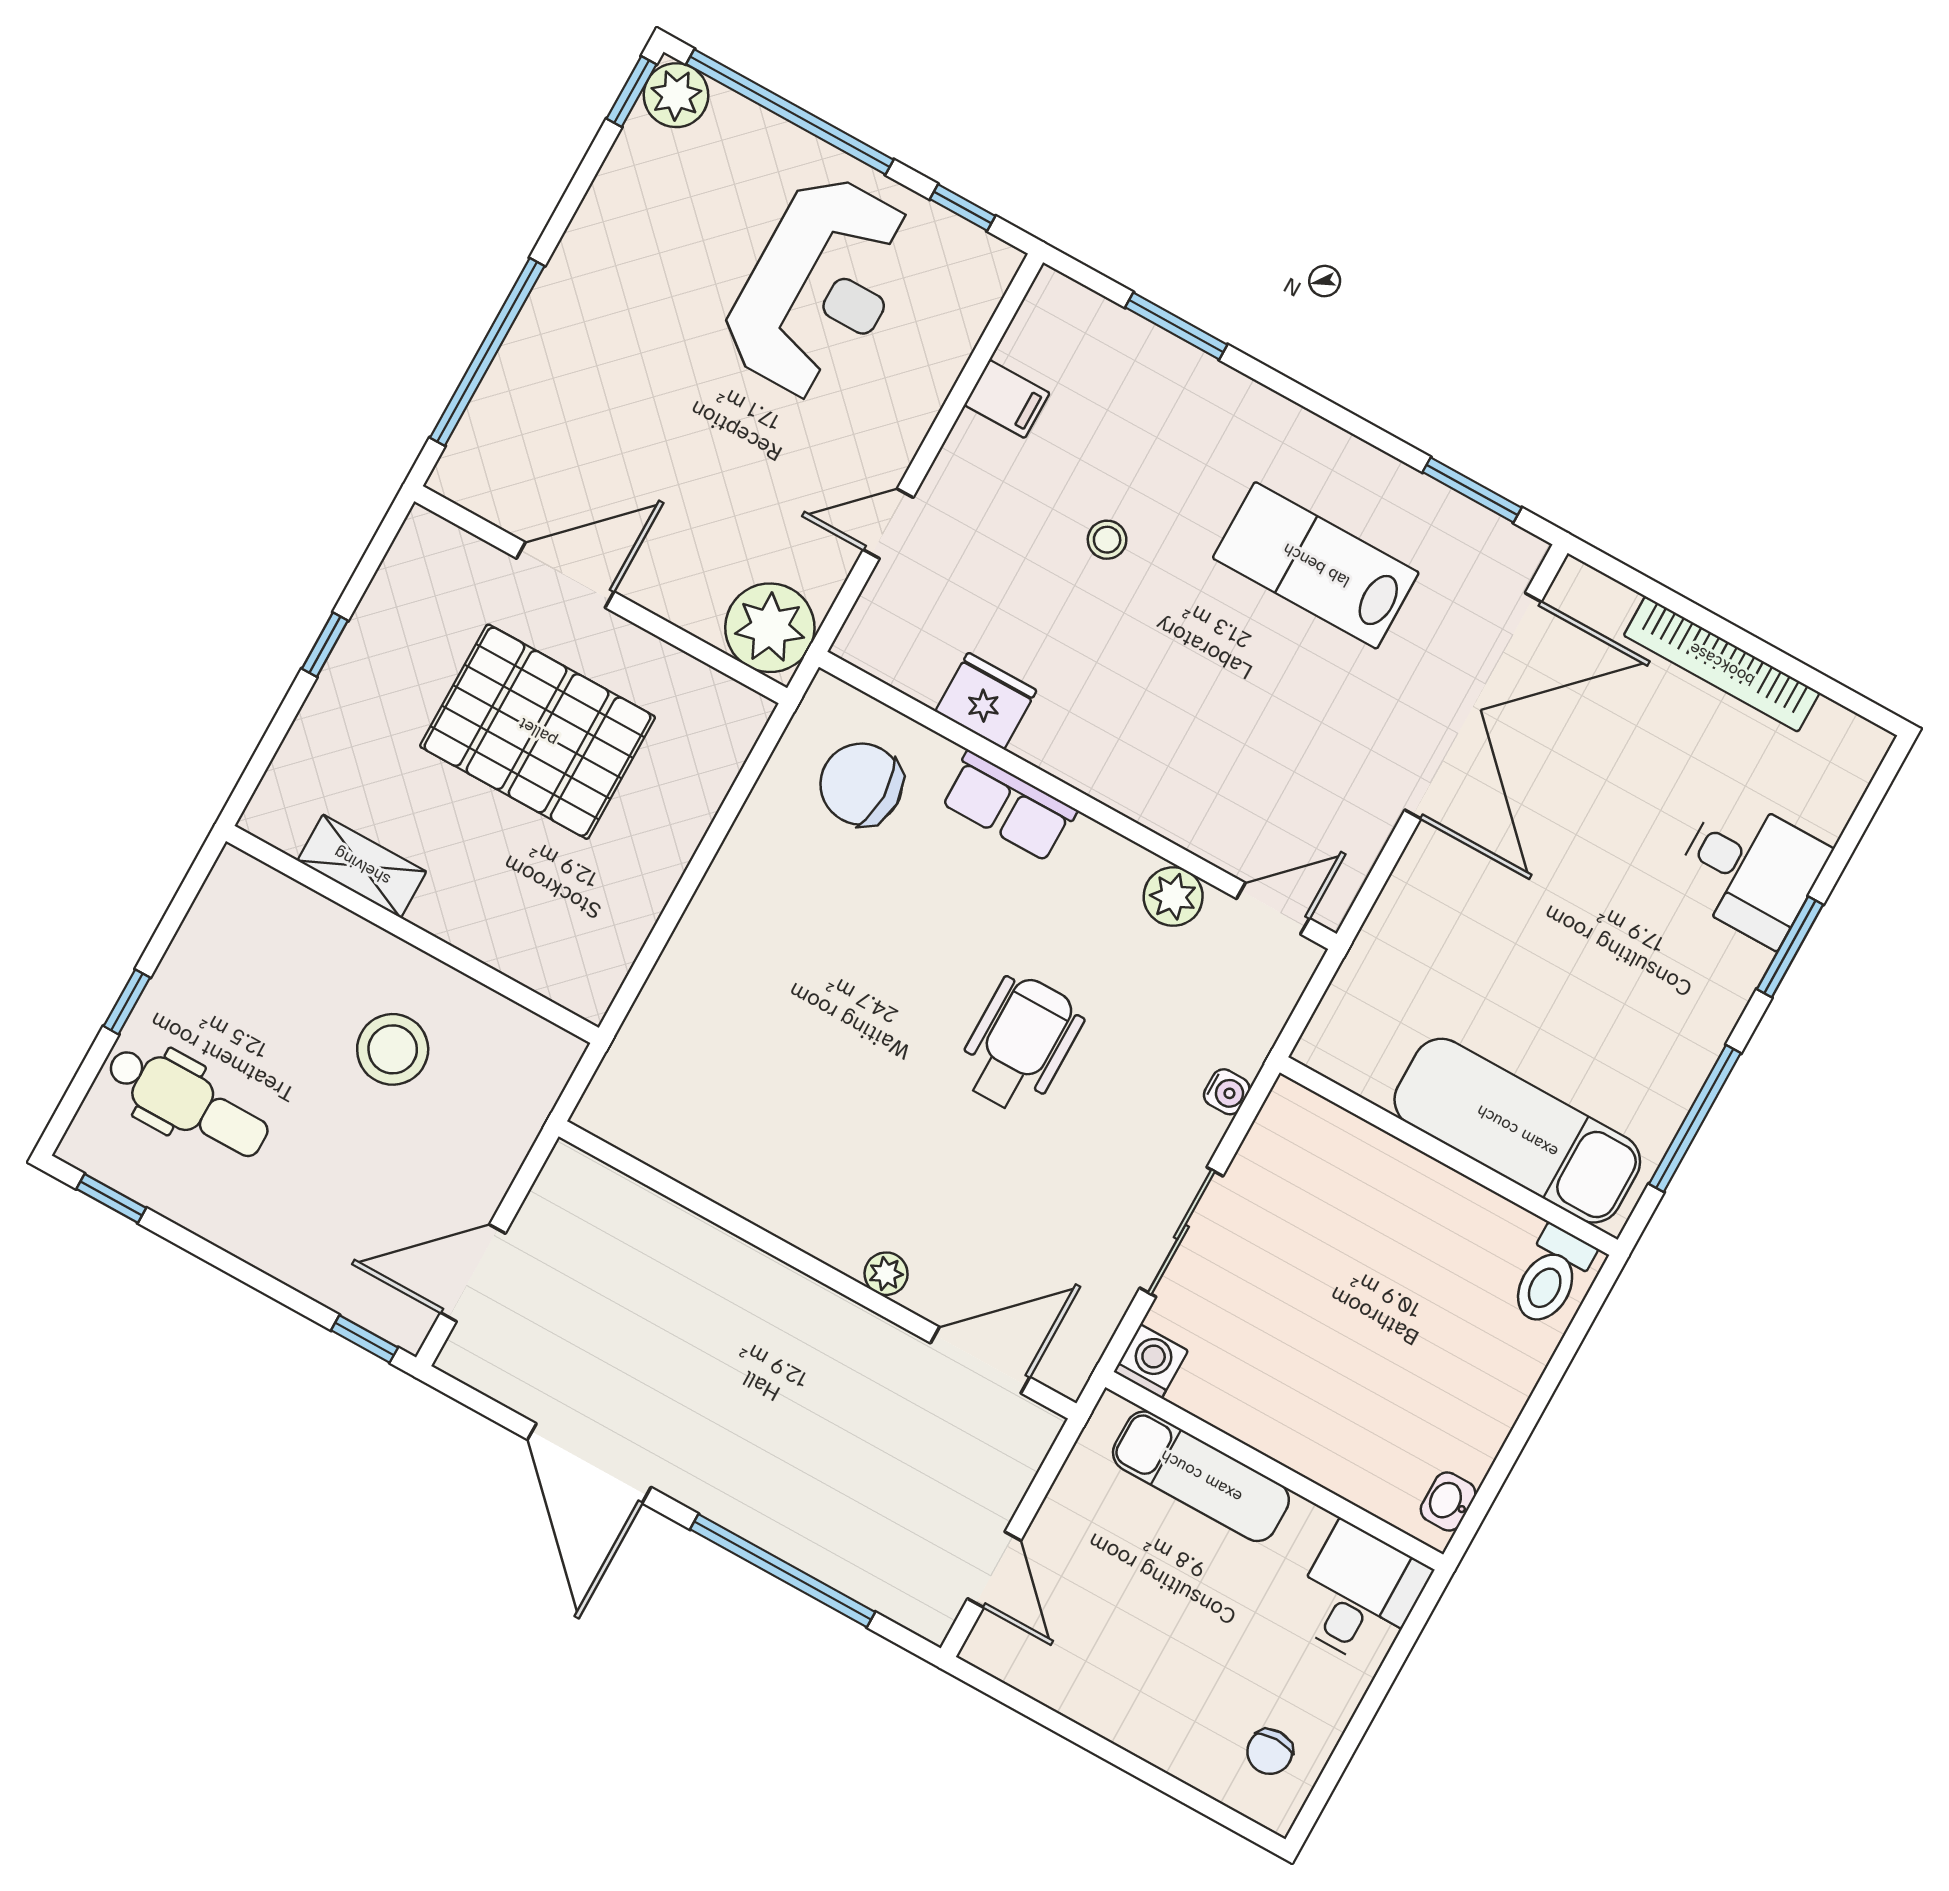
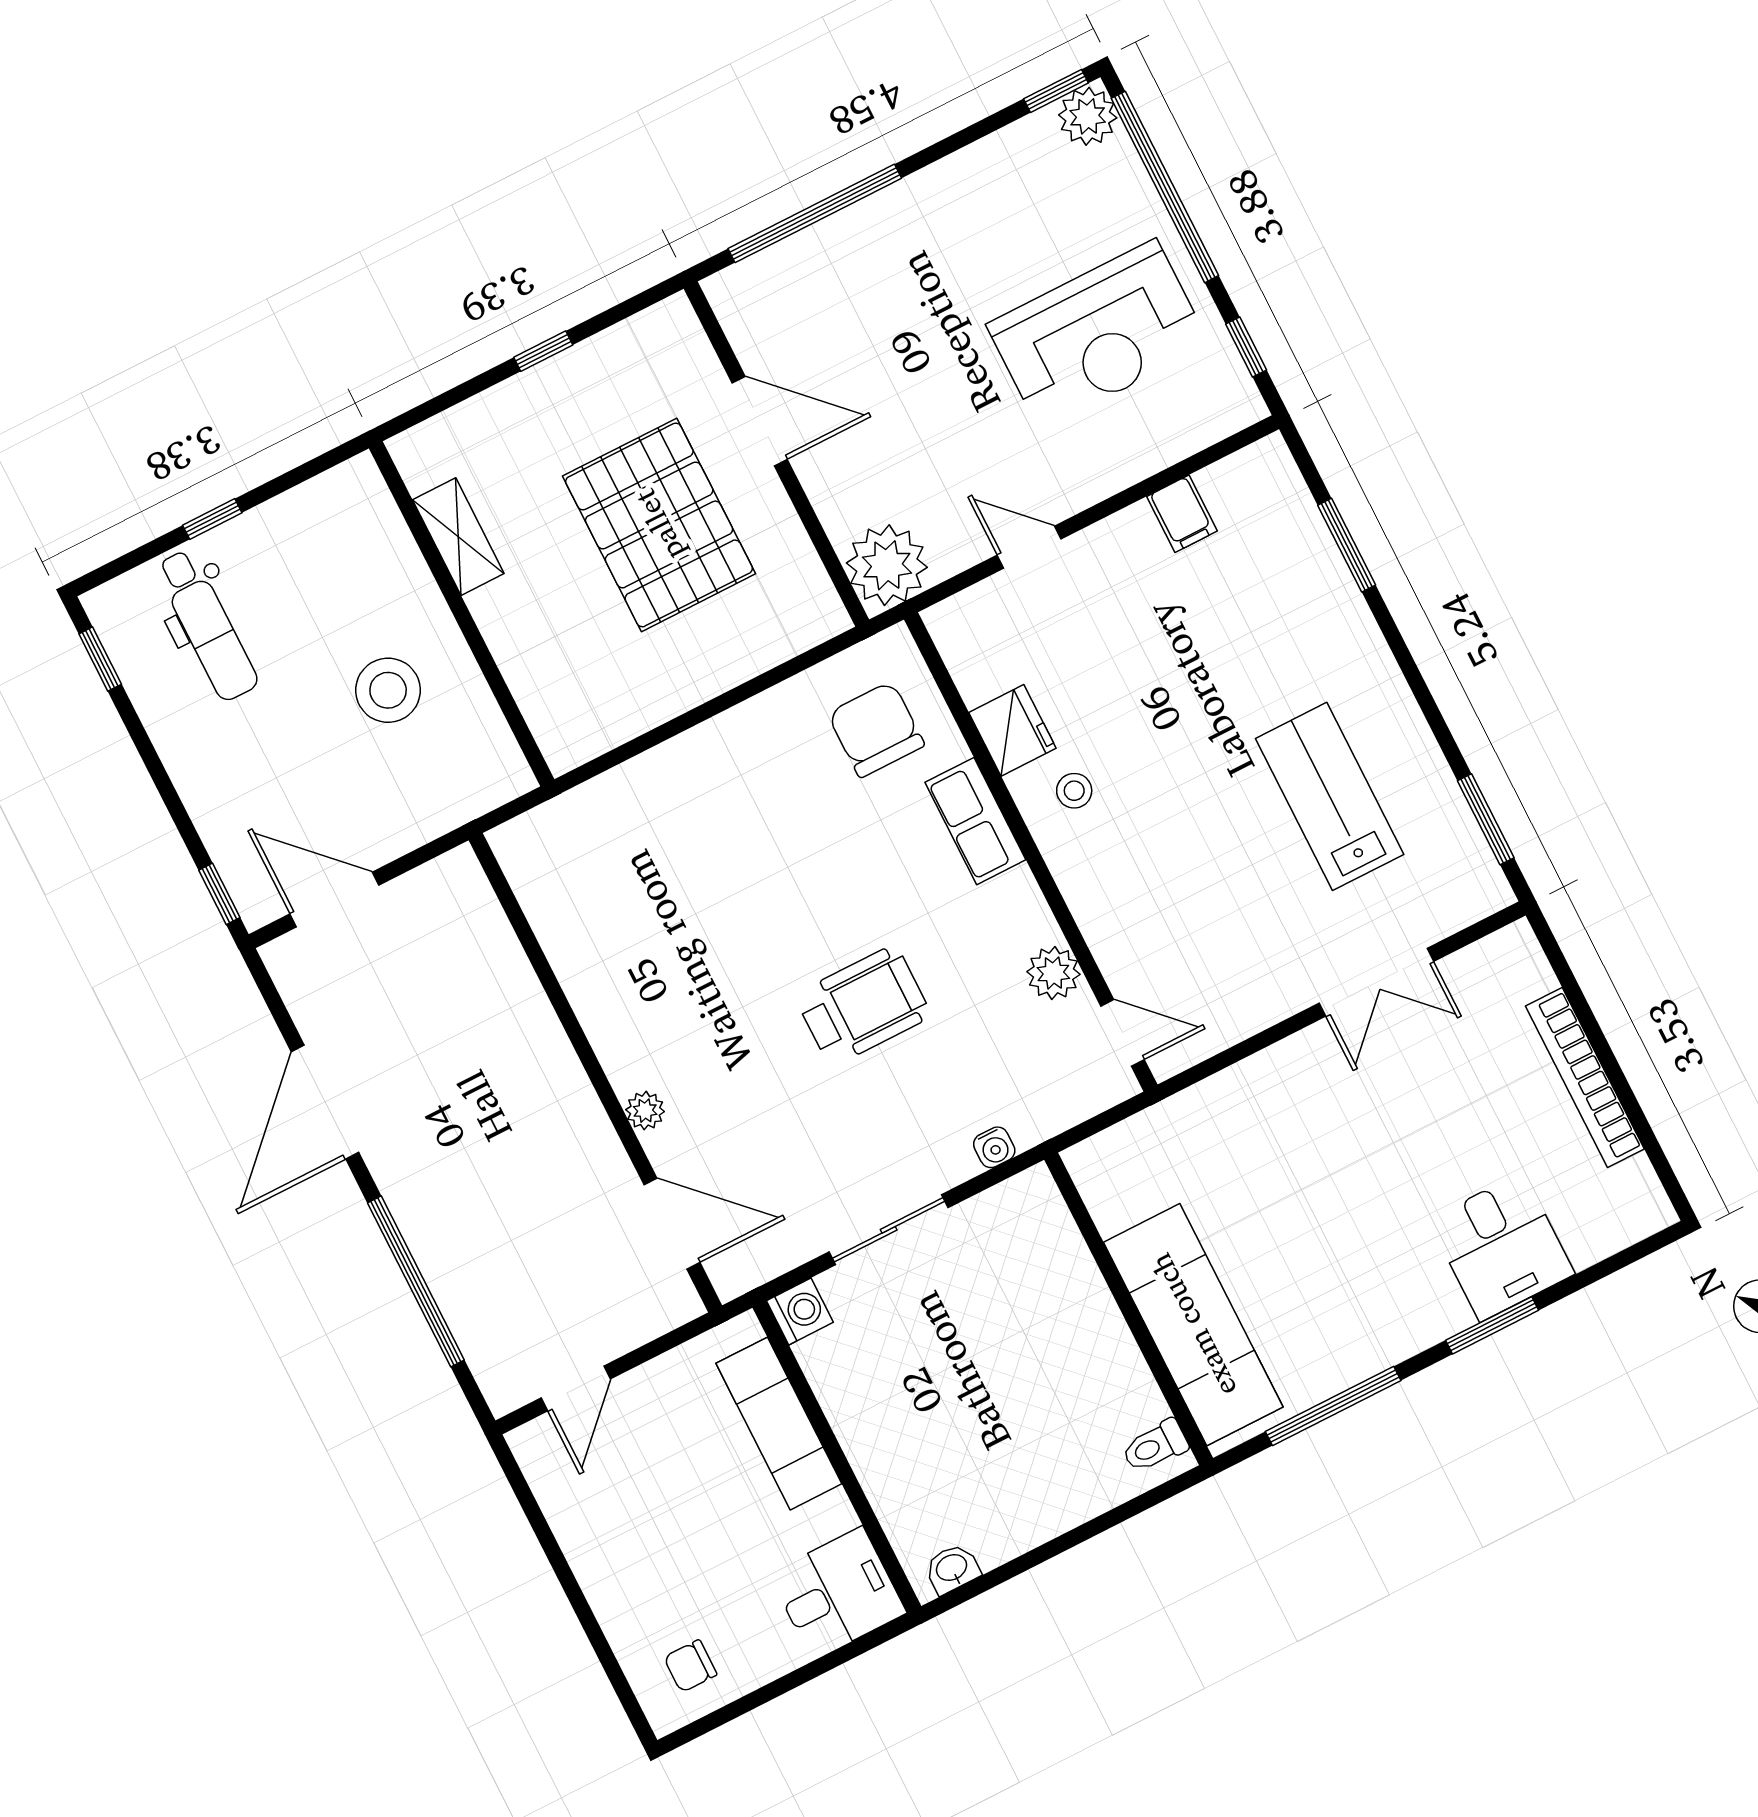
stool: (1107, 540) -> (1074, 791), moved
double door: (1473, 706) -> (1376, 982), width x0.54
toilet: (1551, 1276) -> (1155, 1446), width x0.73, depth x0.72

